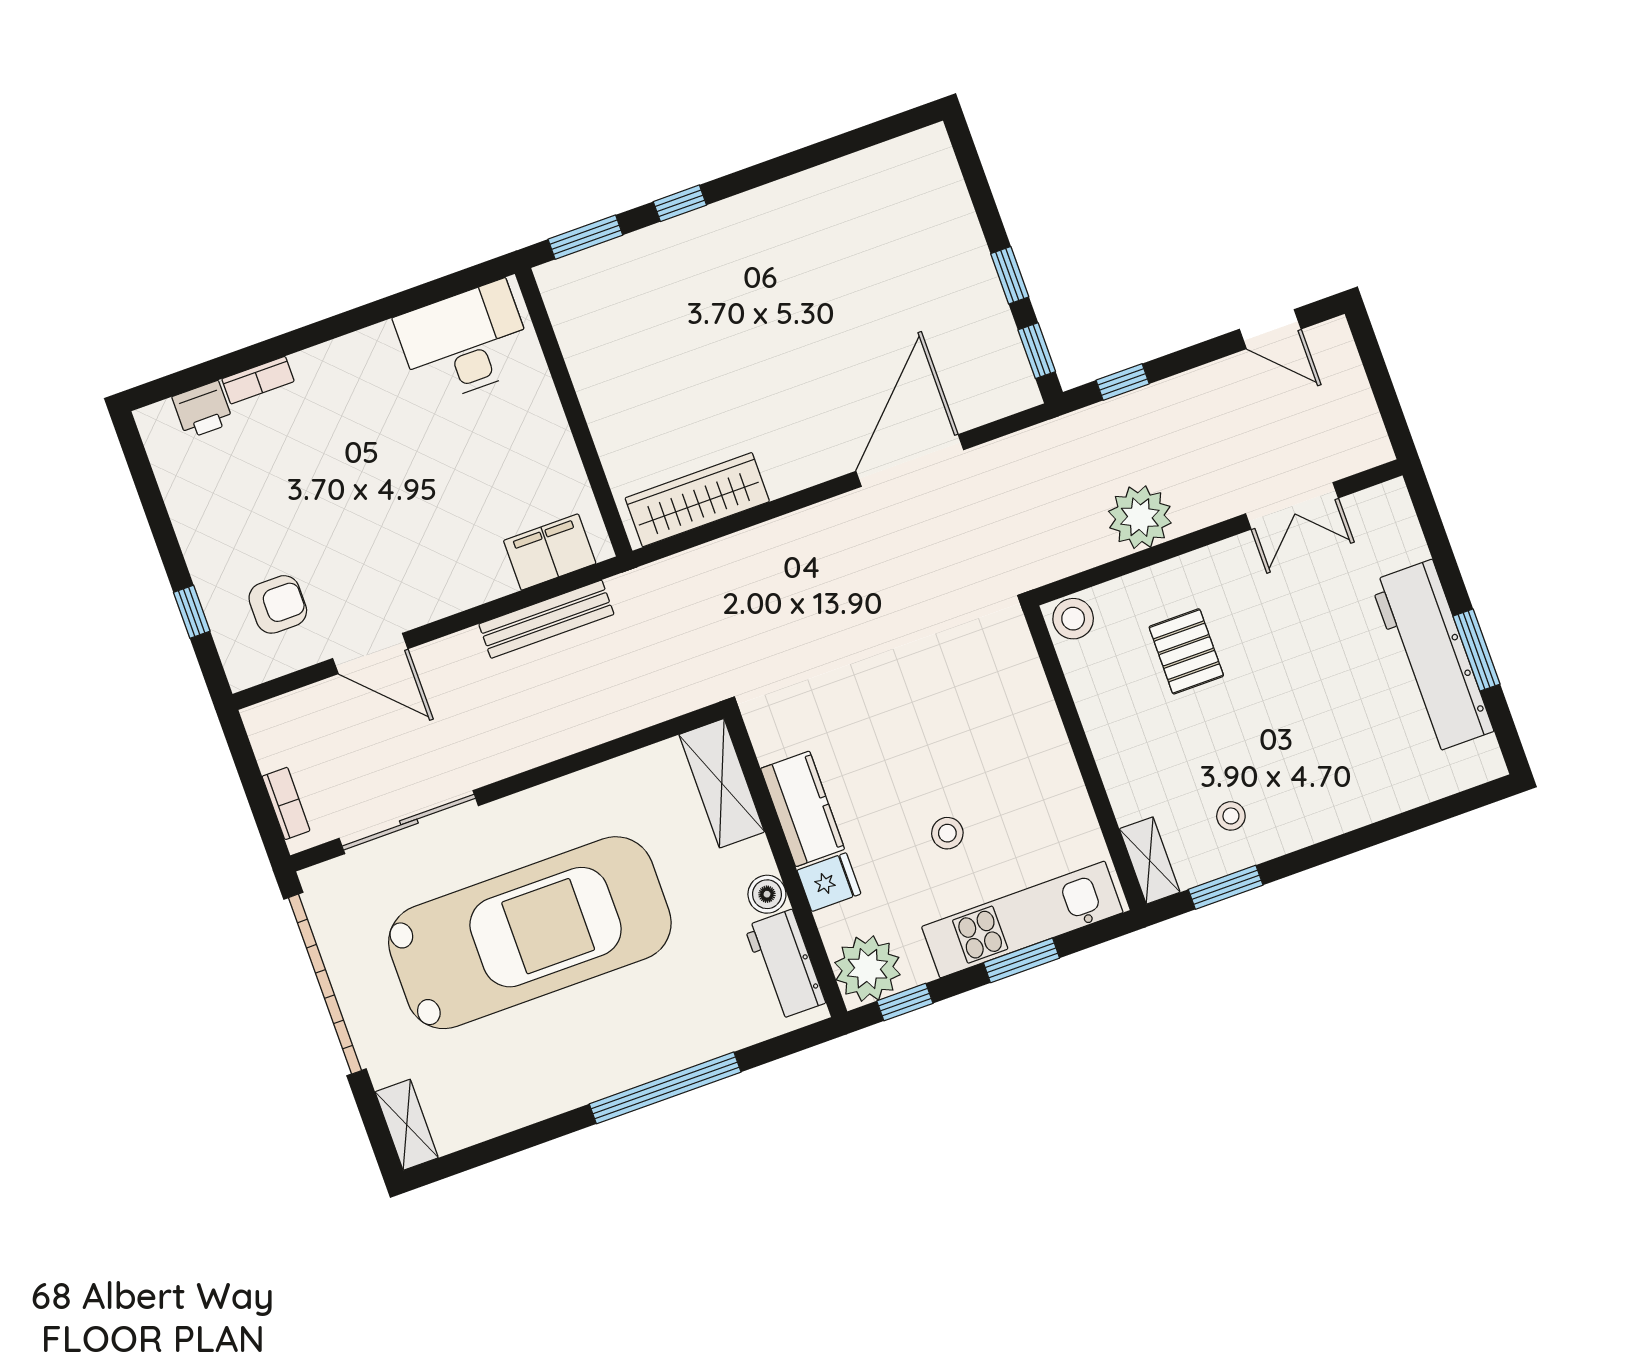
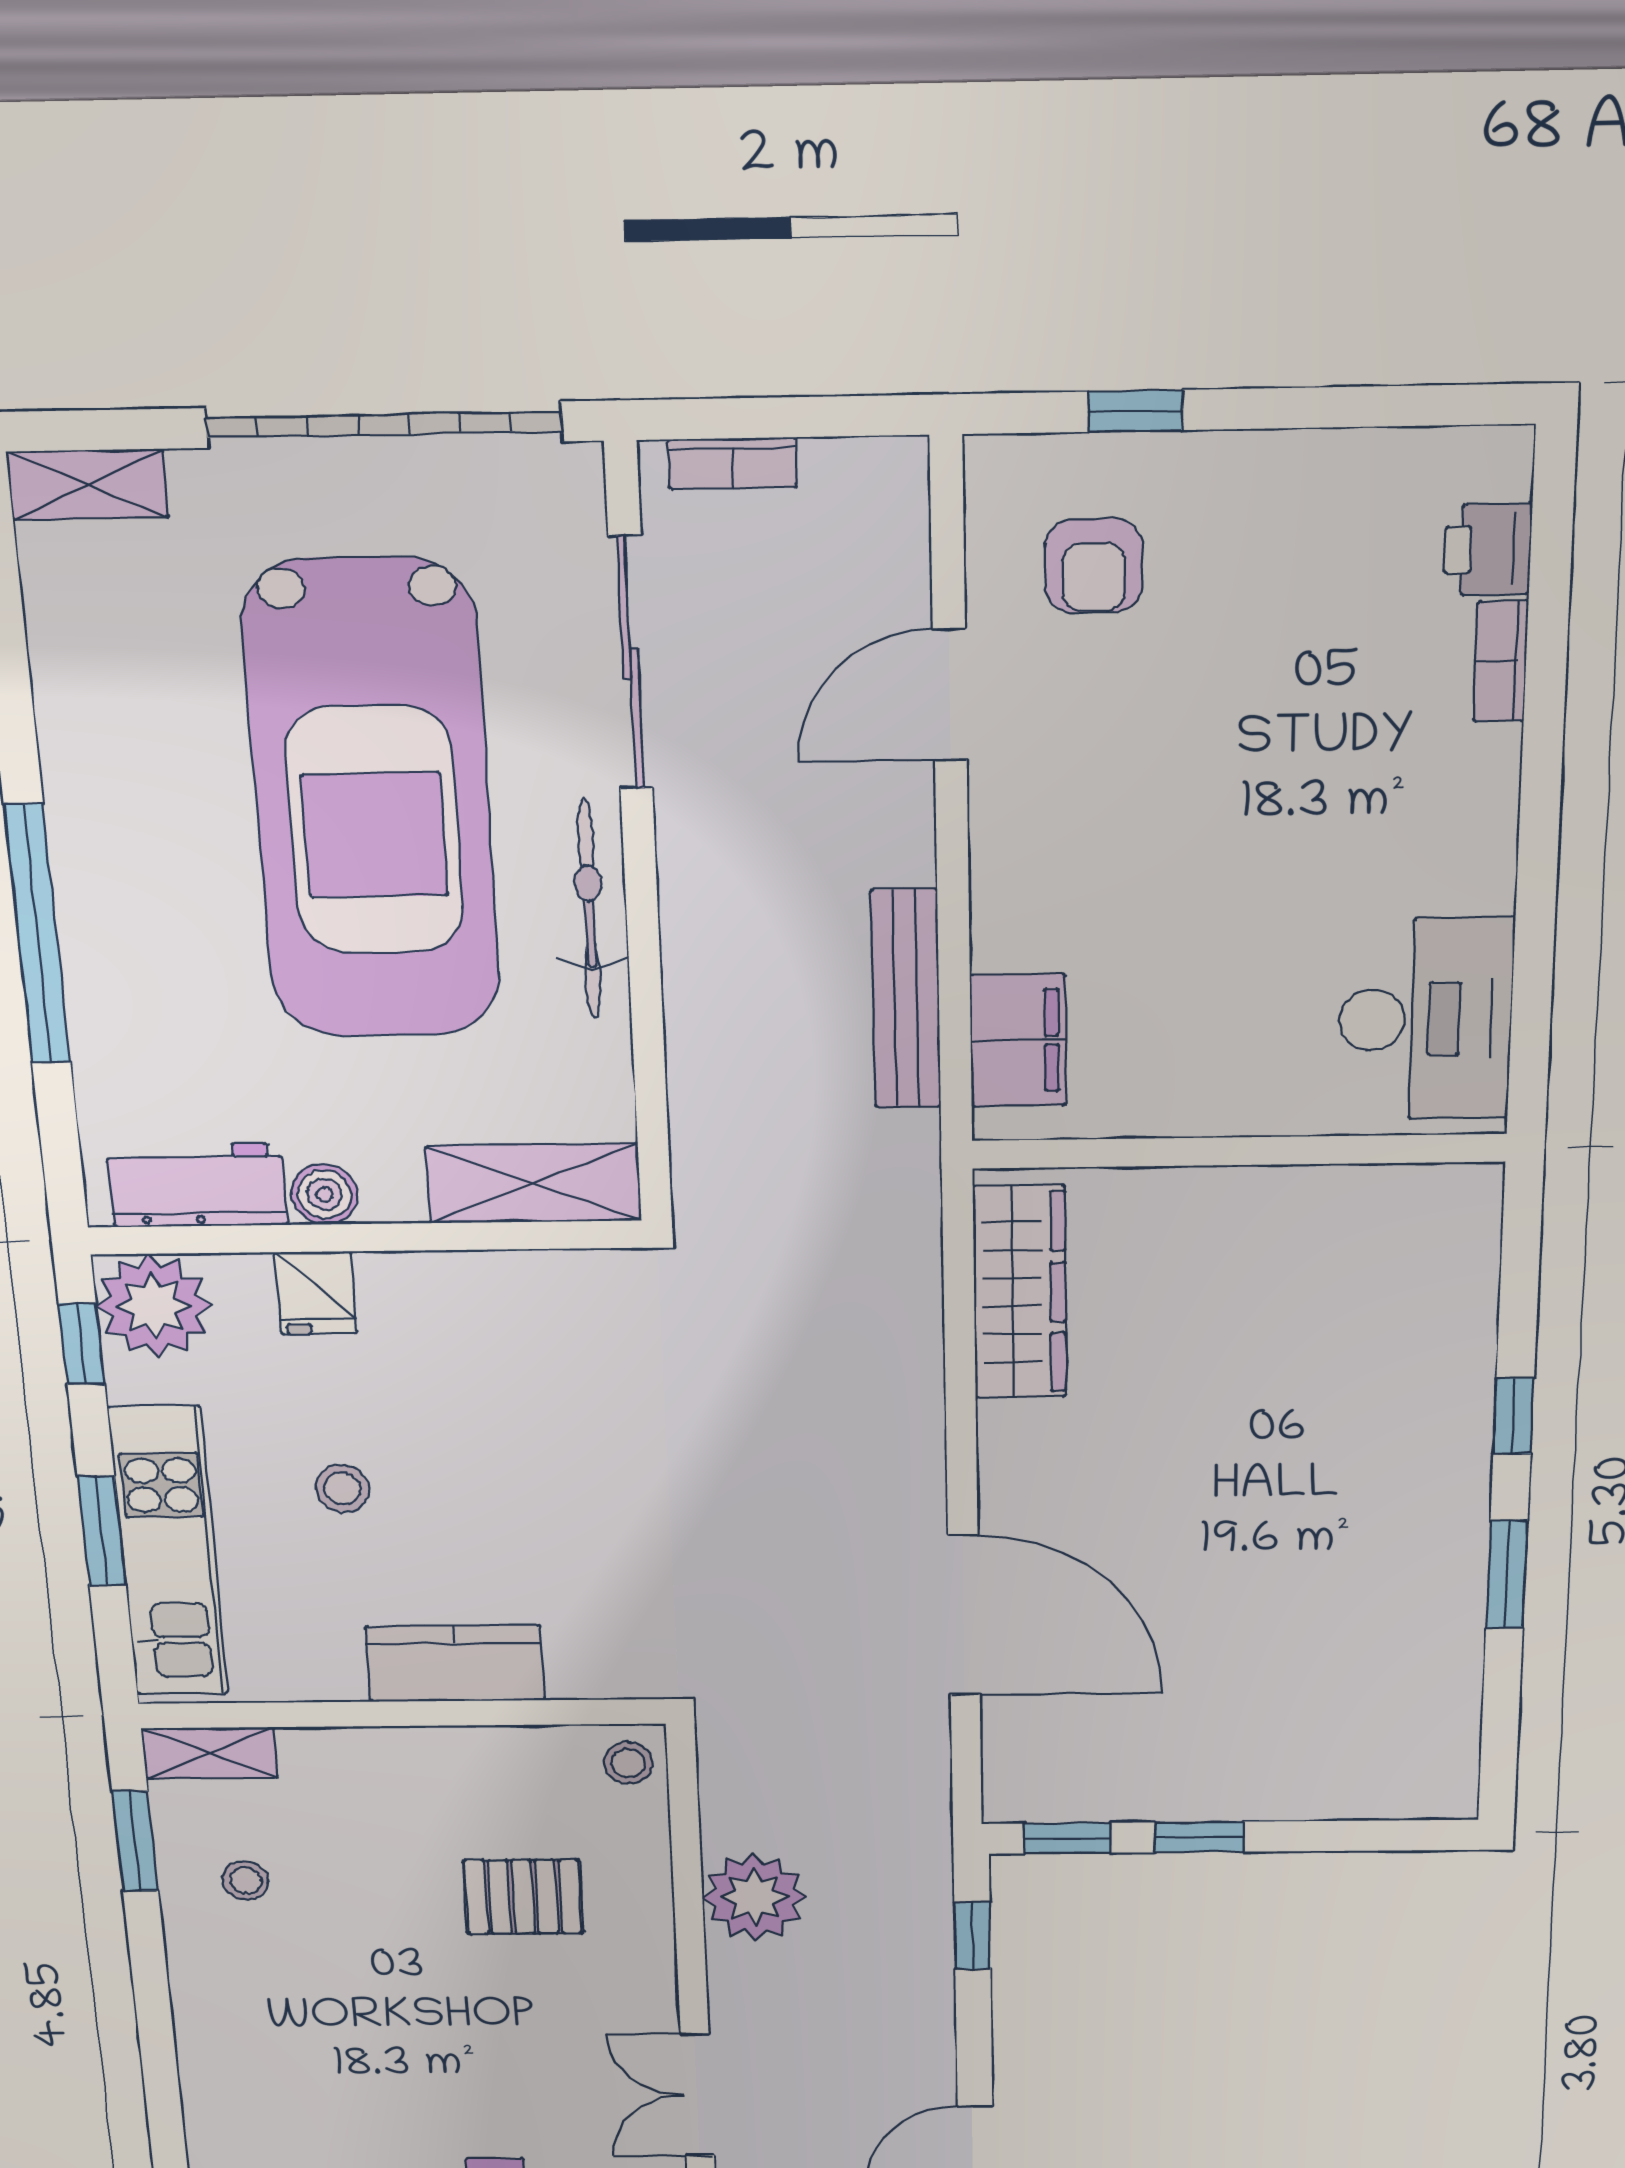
window: (585, 237) -> (1507, 1575), moved
stool: (1073, 619) -> (628, 1763), width x0.73, depth x0.73
bicycle: (552, 802) -> (589, 910), added
kitchen counter: (803, 809) -> (455, 1663), moved, turned 180

